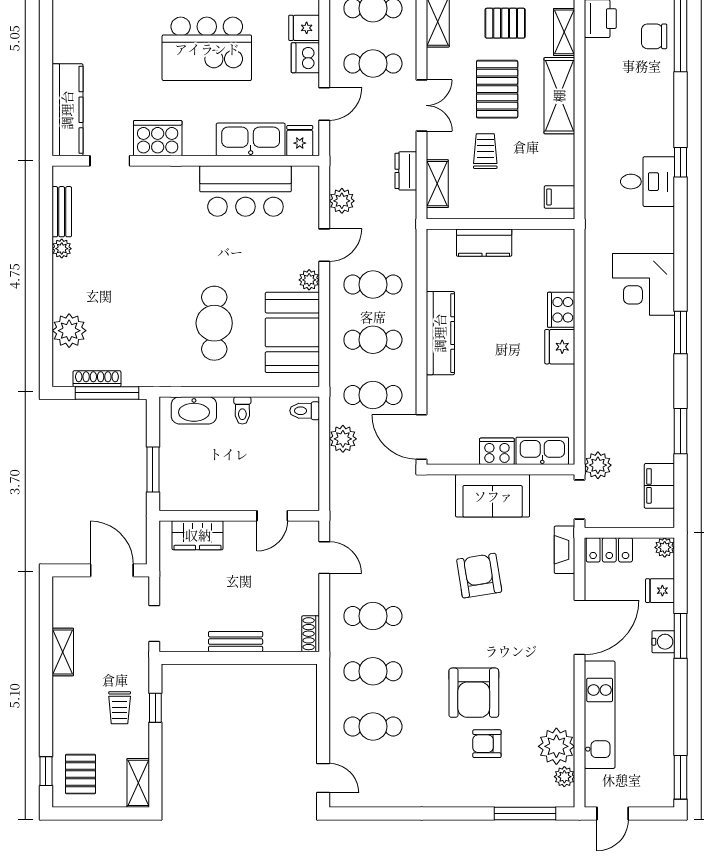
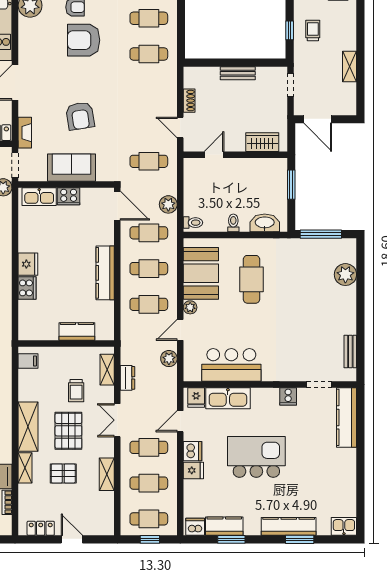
cooker: (158, 138) -> (288, 396), width x0.53, depth x0.76
plant: (62, 249) -> (350, 328), removed
shoe rack: (97, 379) -> (327, 243), removed
cafe table: (373, 616) -> (149, 161), moved
shoe rack: (311, 634) -> (189, 101), moved
armchair: (474, 693) -> (84, 40), turned -90

